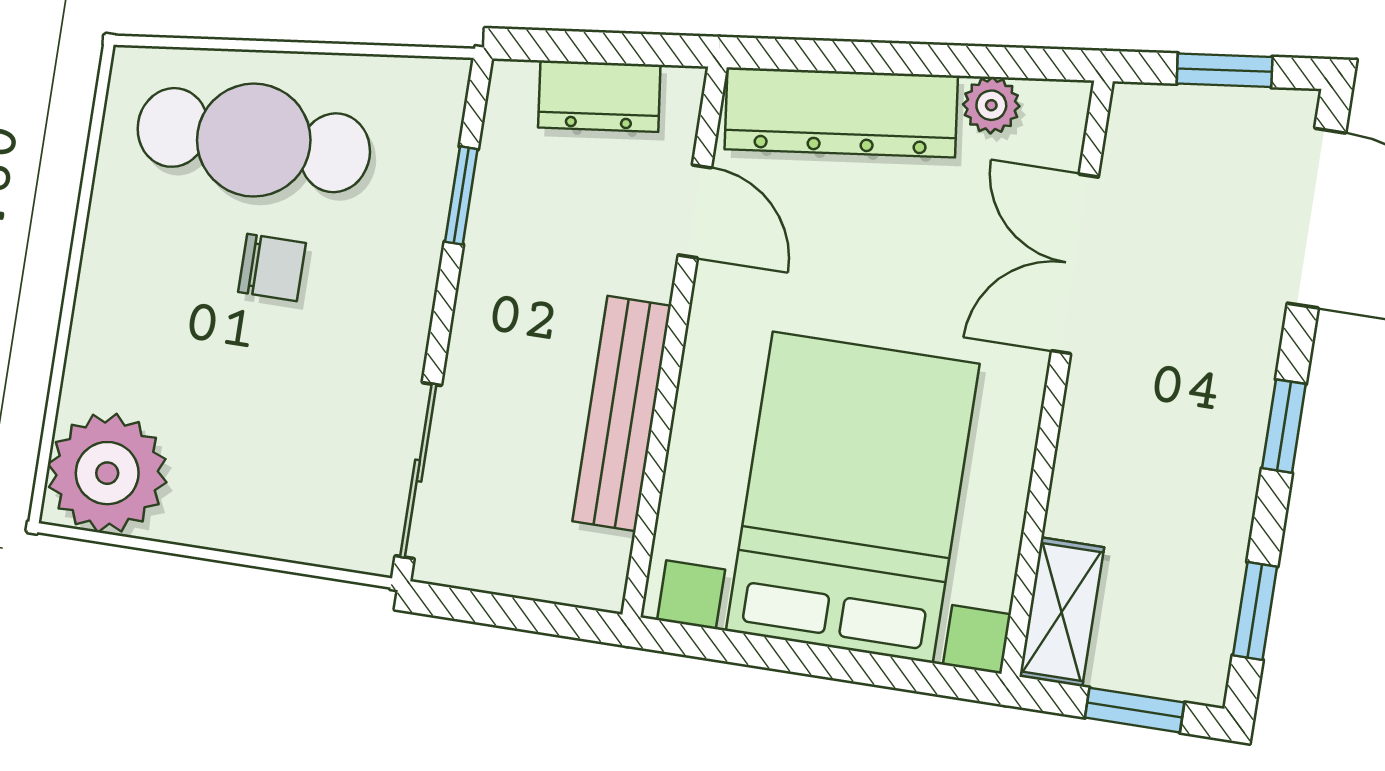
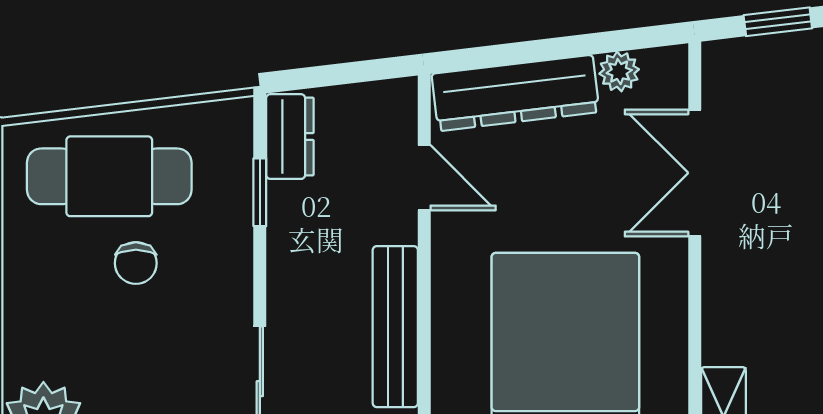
dresser: (599, 96) -> (290, 137), moved, turned -83
chair: (272, 267) -> (136, 263), turned 90

